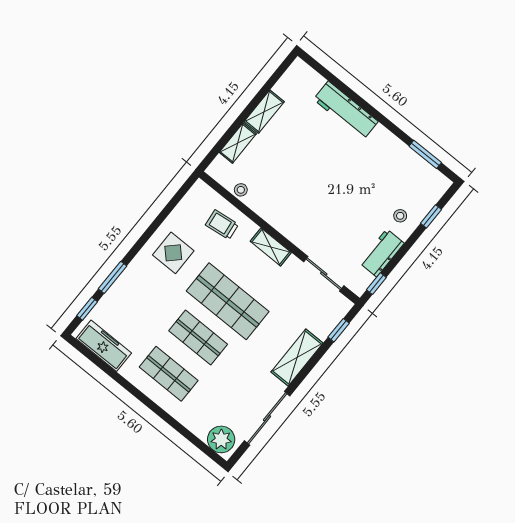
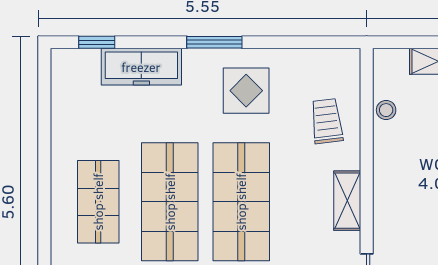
window: (113, 277) -> (214, 42), moved
shop shelf: (198, 337) -> (170, 202), width x1.43, depth x1.36
freezer: (104, 346) -> (141, 67), moved, turned 90

